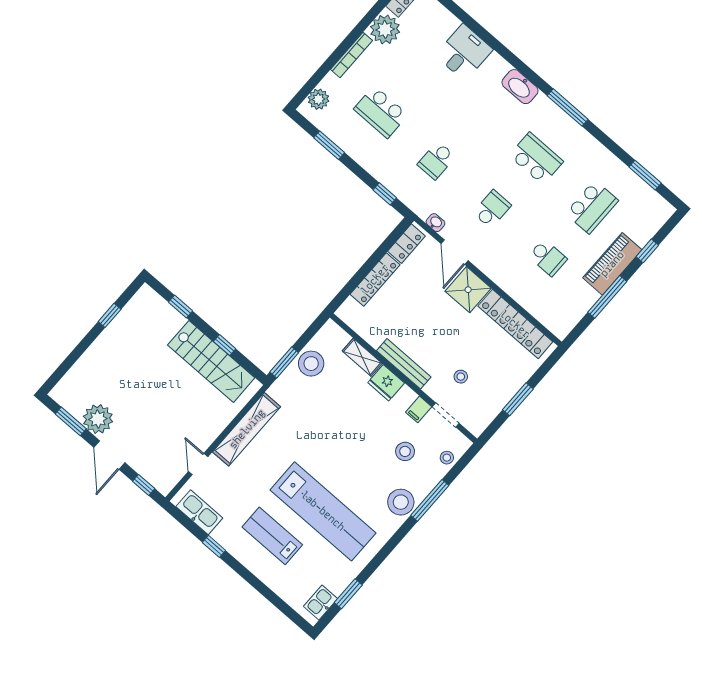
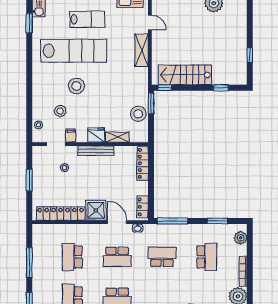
school desk: (381, 112) -> (207, 257), turned 90
school desk: (436, 161) -> (162, 257), width x1.85
window: (385, 194) -> (172, 221), width x2.17
school desk: (492, 209) -> (117, 257), width x1.85
school desk: (548, 258) -> (72, 257), width x1.85
piano: (612, 264) -> (40, 280), removed
locker: (375, 279) -> (143, 163), moved
window: (225, 345) -> (165, 88), moved
shelving: (247, 429) -> (142, 50), width x0.68
window: (430, 500) -> (29, 99), removed
stool: (401, 502) -> (76, 86), moved
lab bench: (323, 511) -> (74, 51), turned 180

